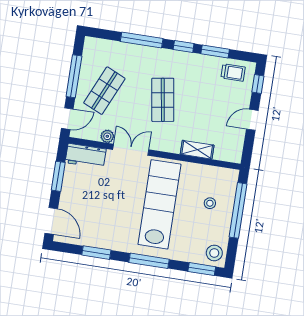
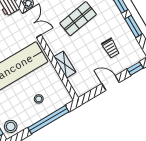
trolley: (233, 72) -> (111, 48), moved

